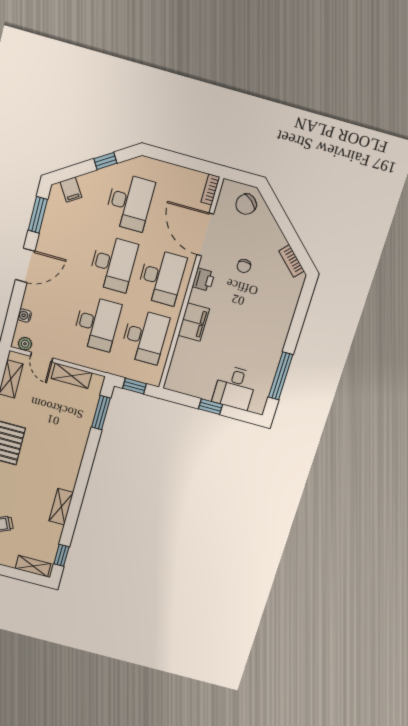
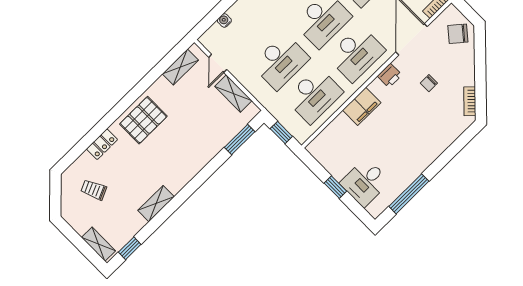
plant: (25, 344) -> (211, 44), removed

